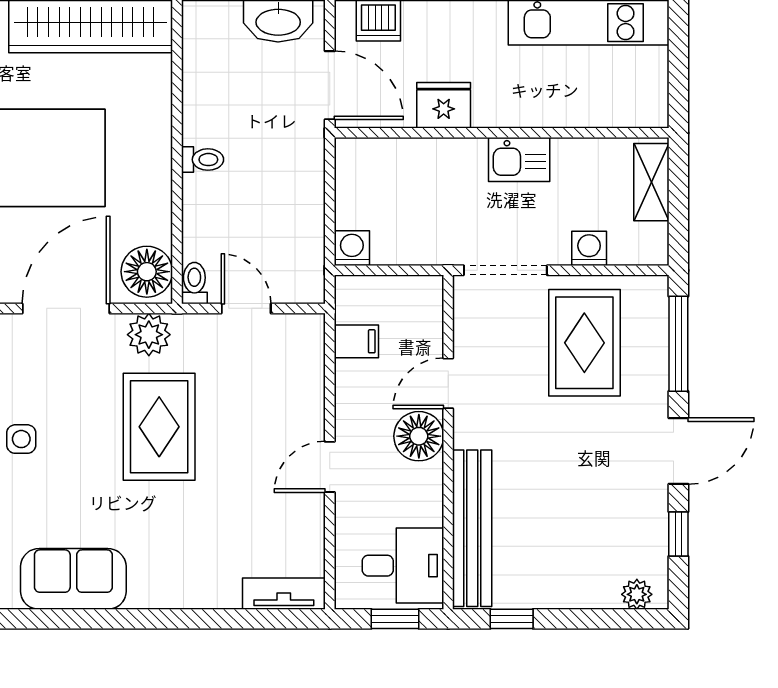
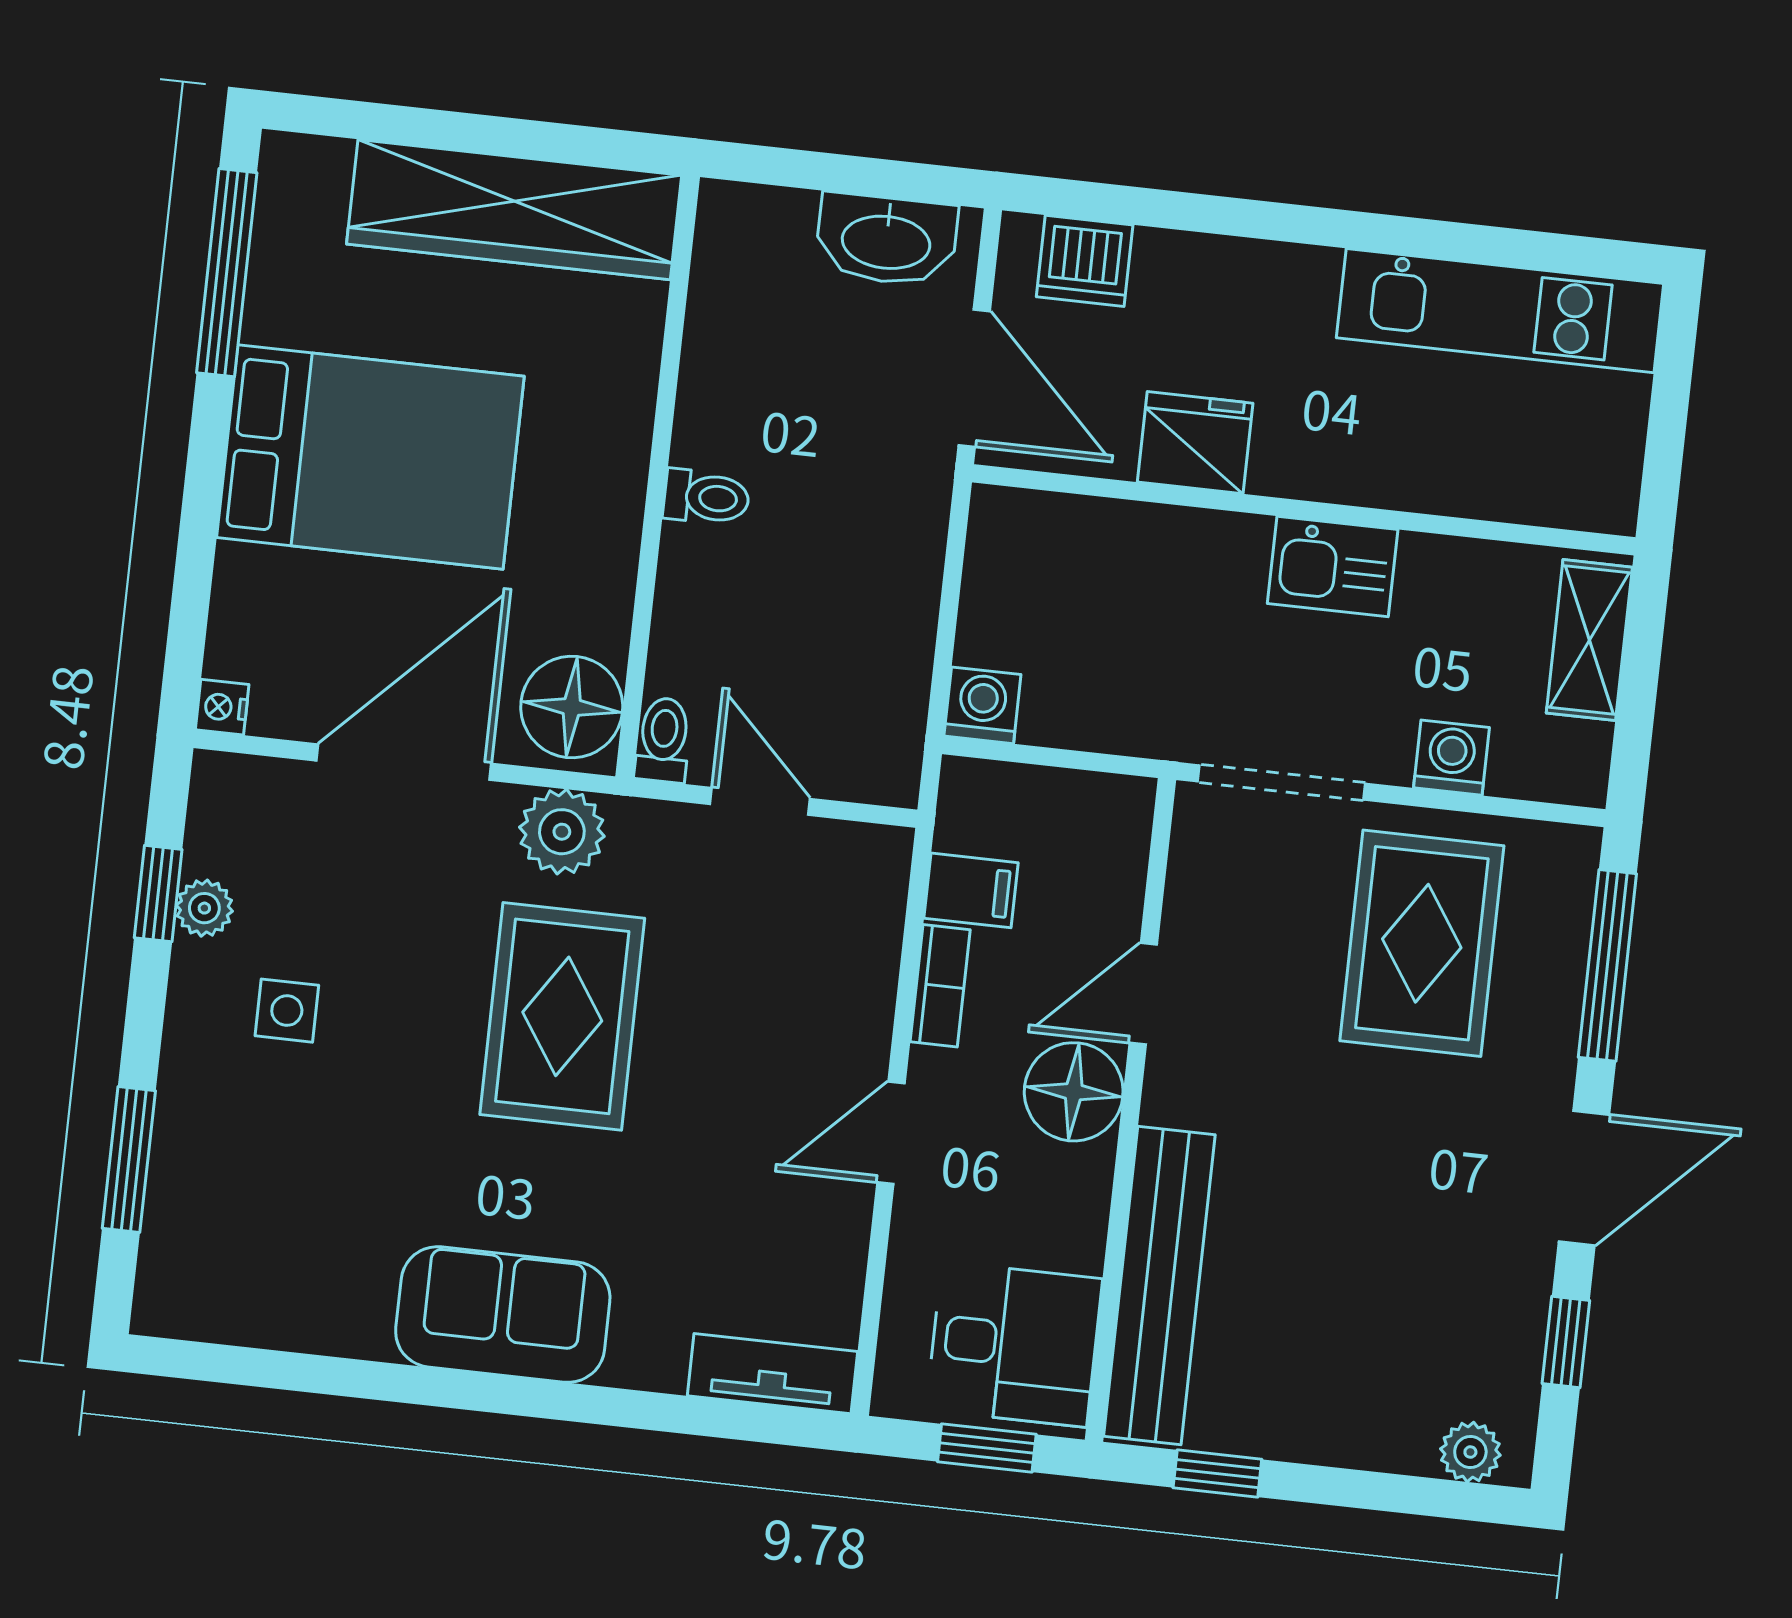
bookcase: (346, 391) -> (940, 986), added
sofa: (73, 579) -> (503, 1314), moved

